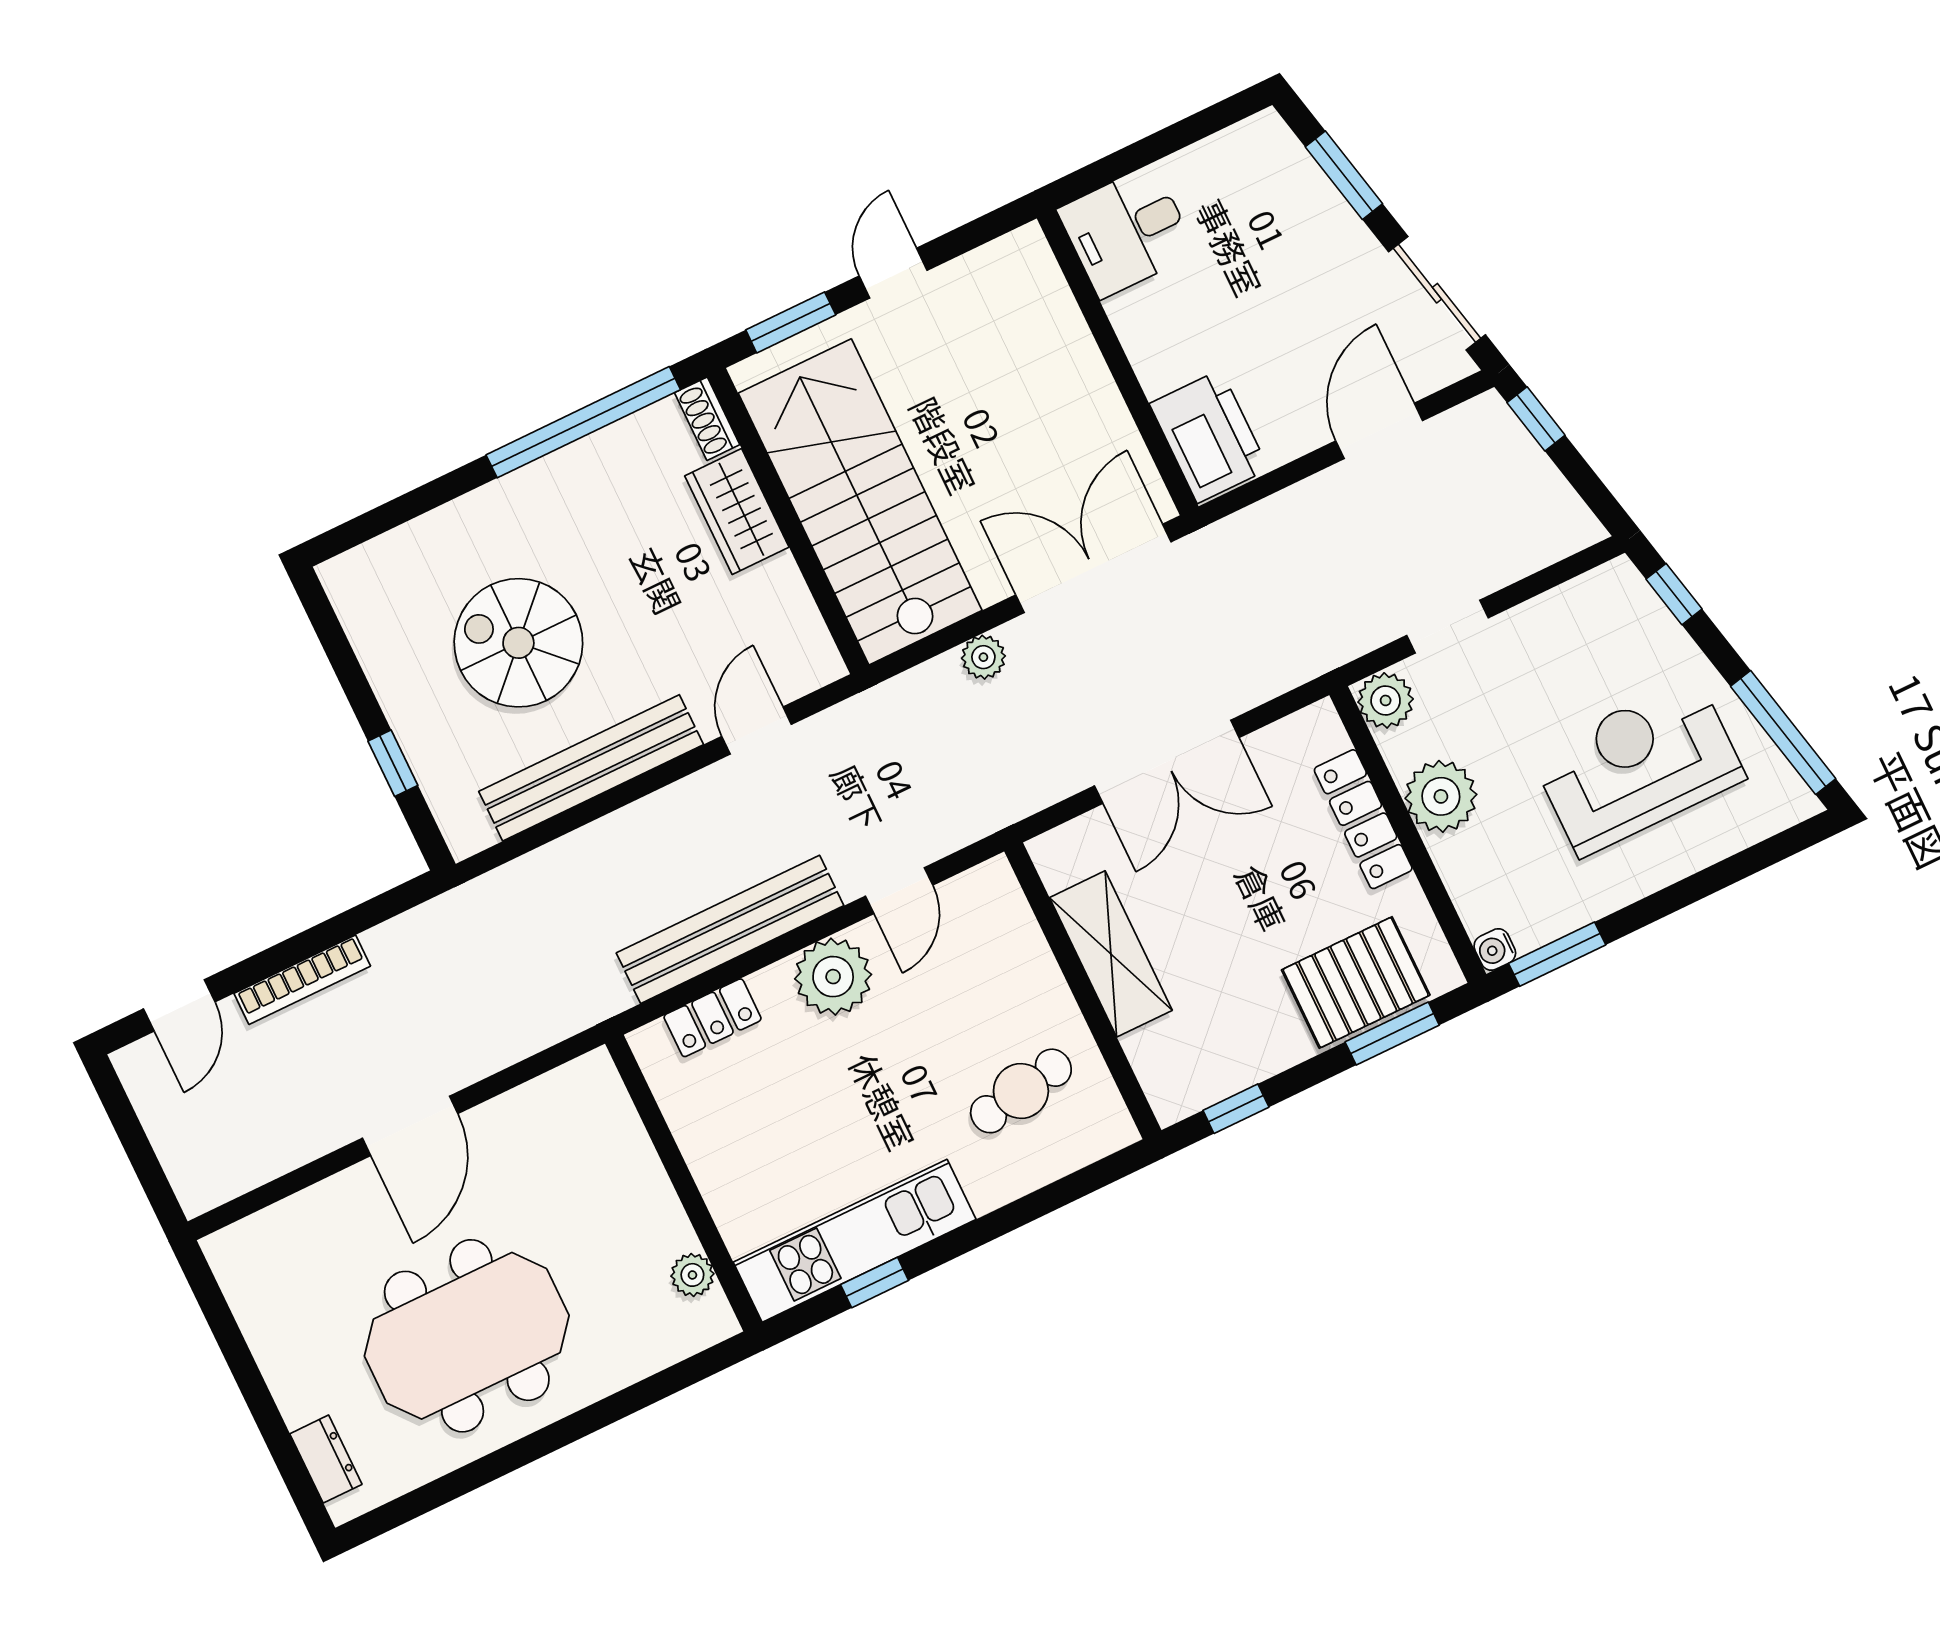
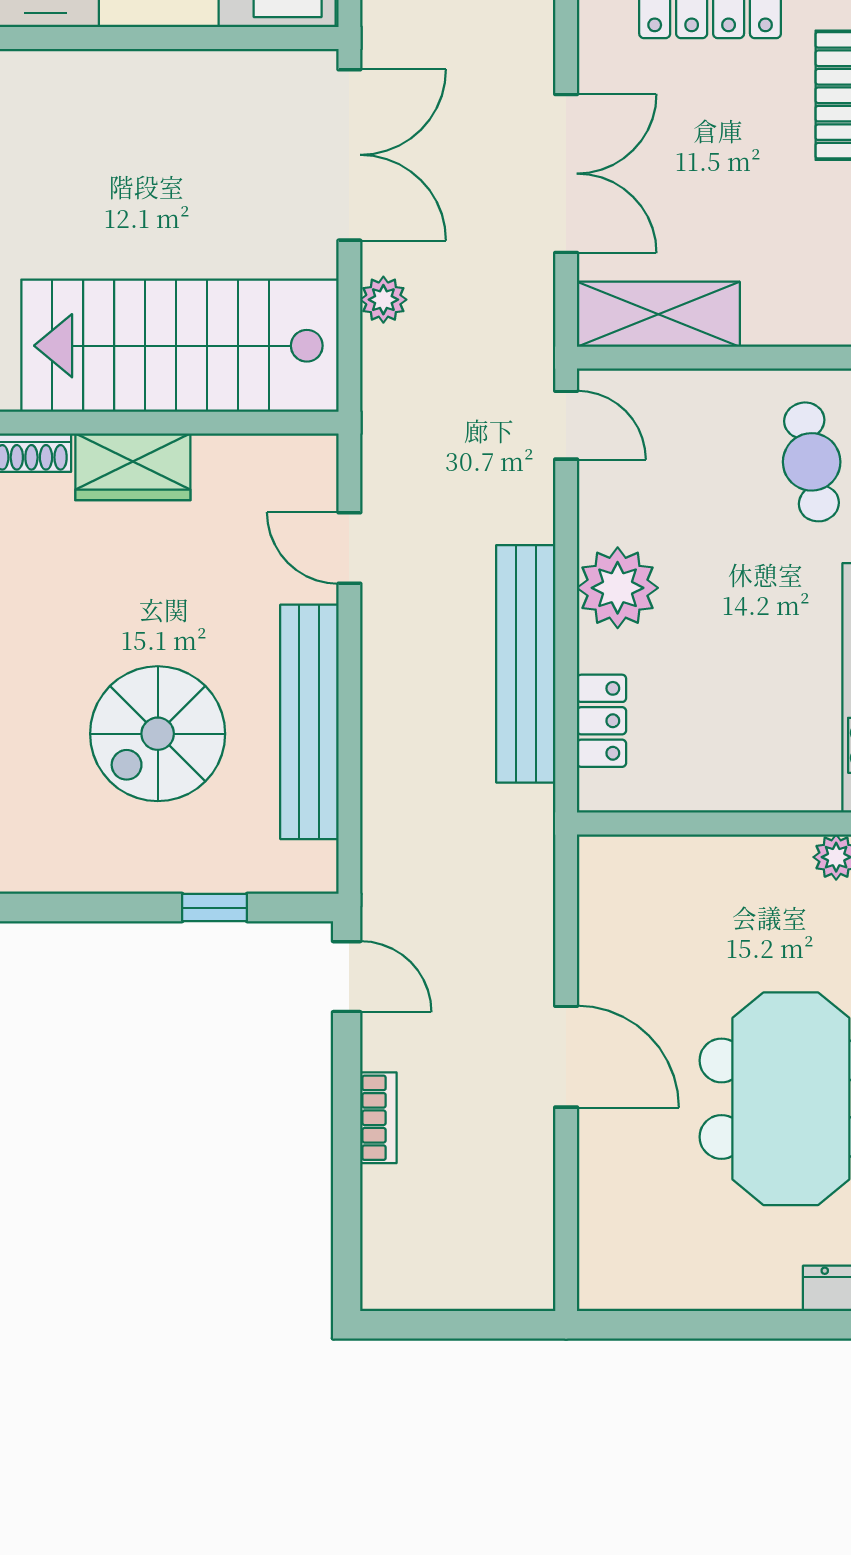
double door: (1093, 568) -> (349, 155), swing flipped
door: (899, 891) -> (566, 425), moved
shelving: (1111, 954) -> (658, 314), moved
bookcase: (302, 980) -> (378, 1118), width x0.64
door: (179, 1005) -> (347, 977), moved

